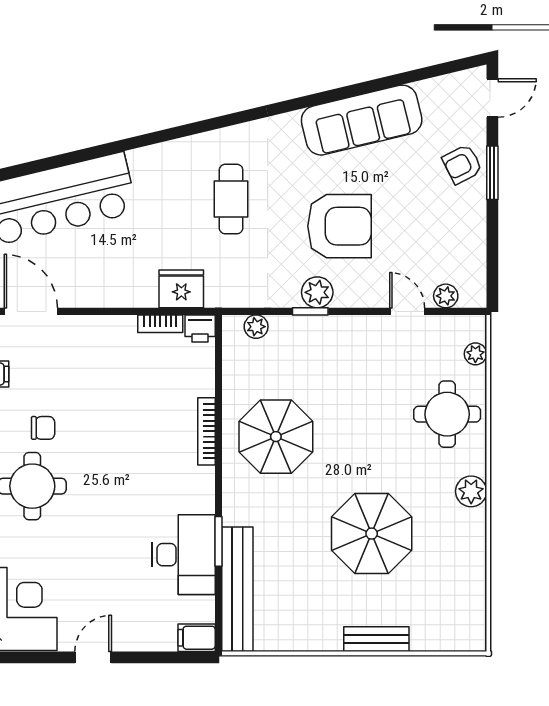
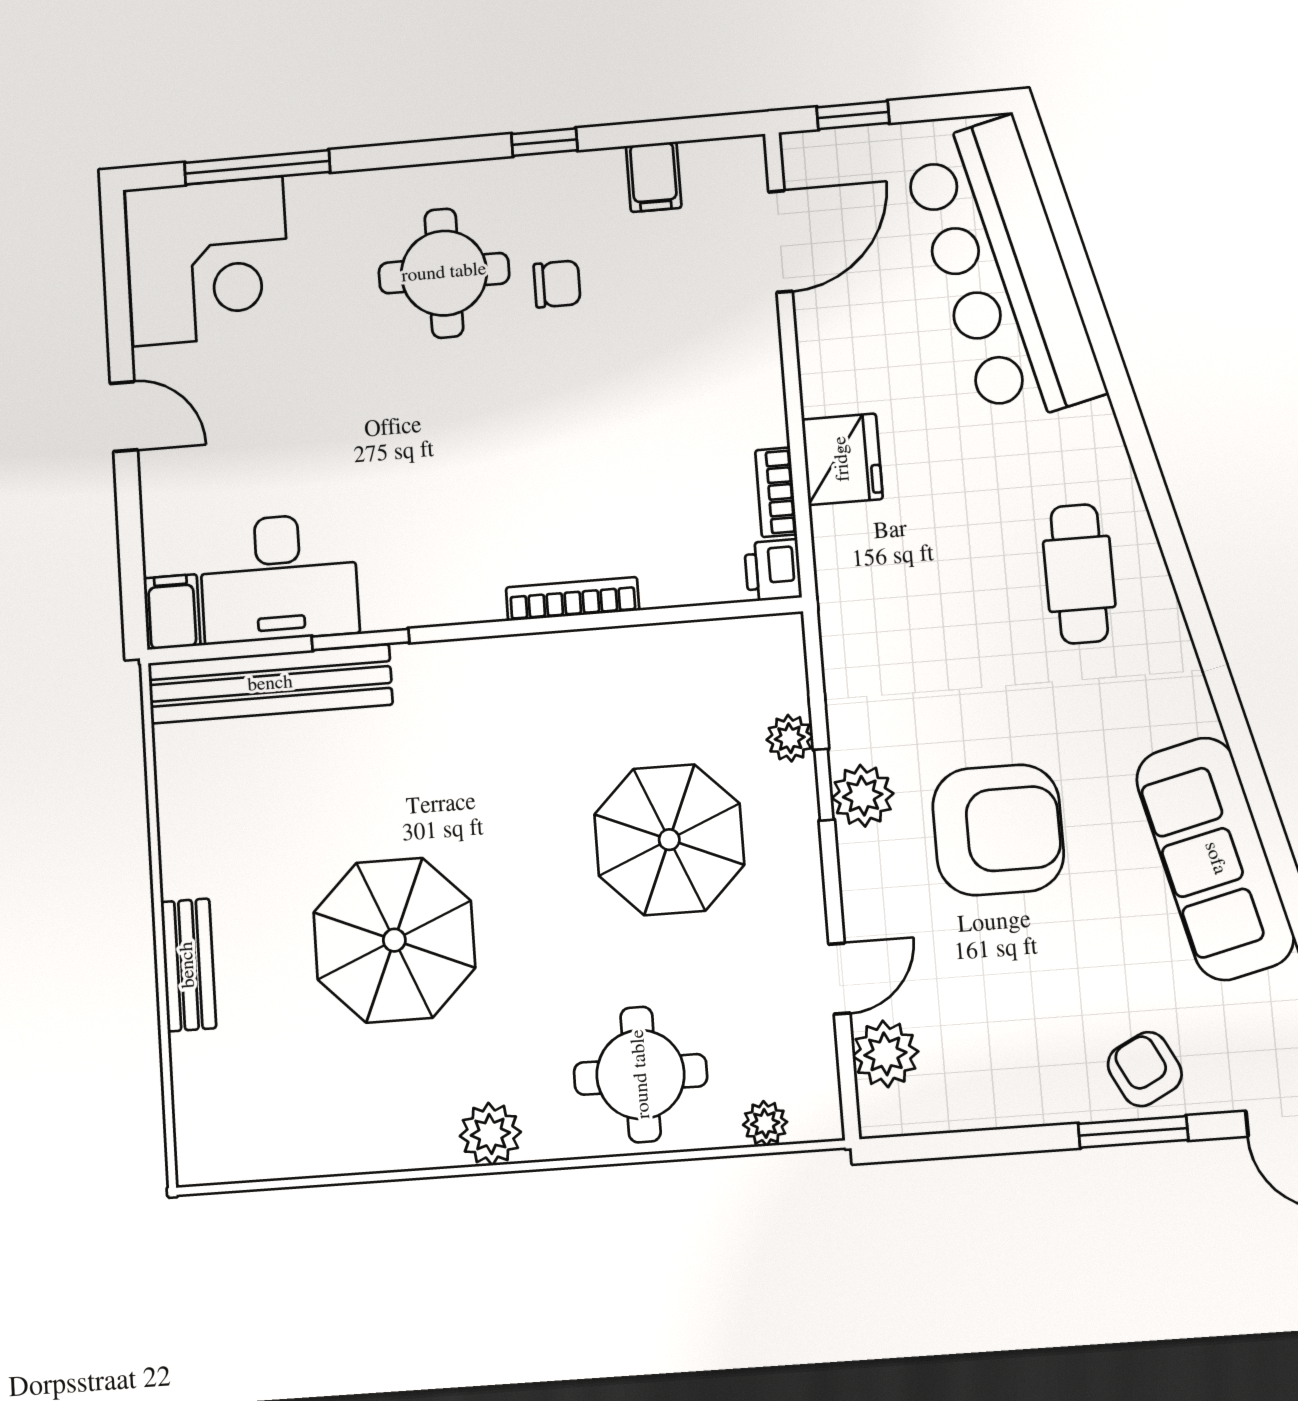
cafe table: (231, 199) -> (1079, 574), moved, turned 90
armchair: (339, 226) -> (998, 830), turned -90
fridge: (181, 289) -> (842, 459), moved
plant: (446, 296) -> (885, 1054), width x1.38, depth x1.38
plant: (256, 327) -> (790, 738), moved
chair: (43, 428) -> (557, 284), turned -90
parasol: (276, 437) -> (669, 840), moved
desk: (184, 555) -> (279, 578), moved

